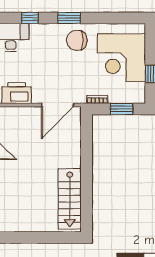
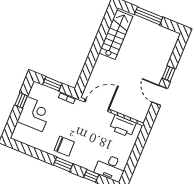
corner desk: (121, 58) -> (35, 114), width x0.74, depth x0.74
window: (40, 237) -> (149, 16), added

